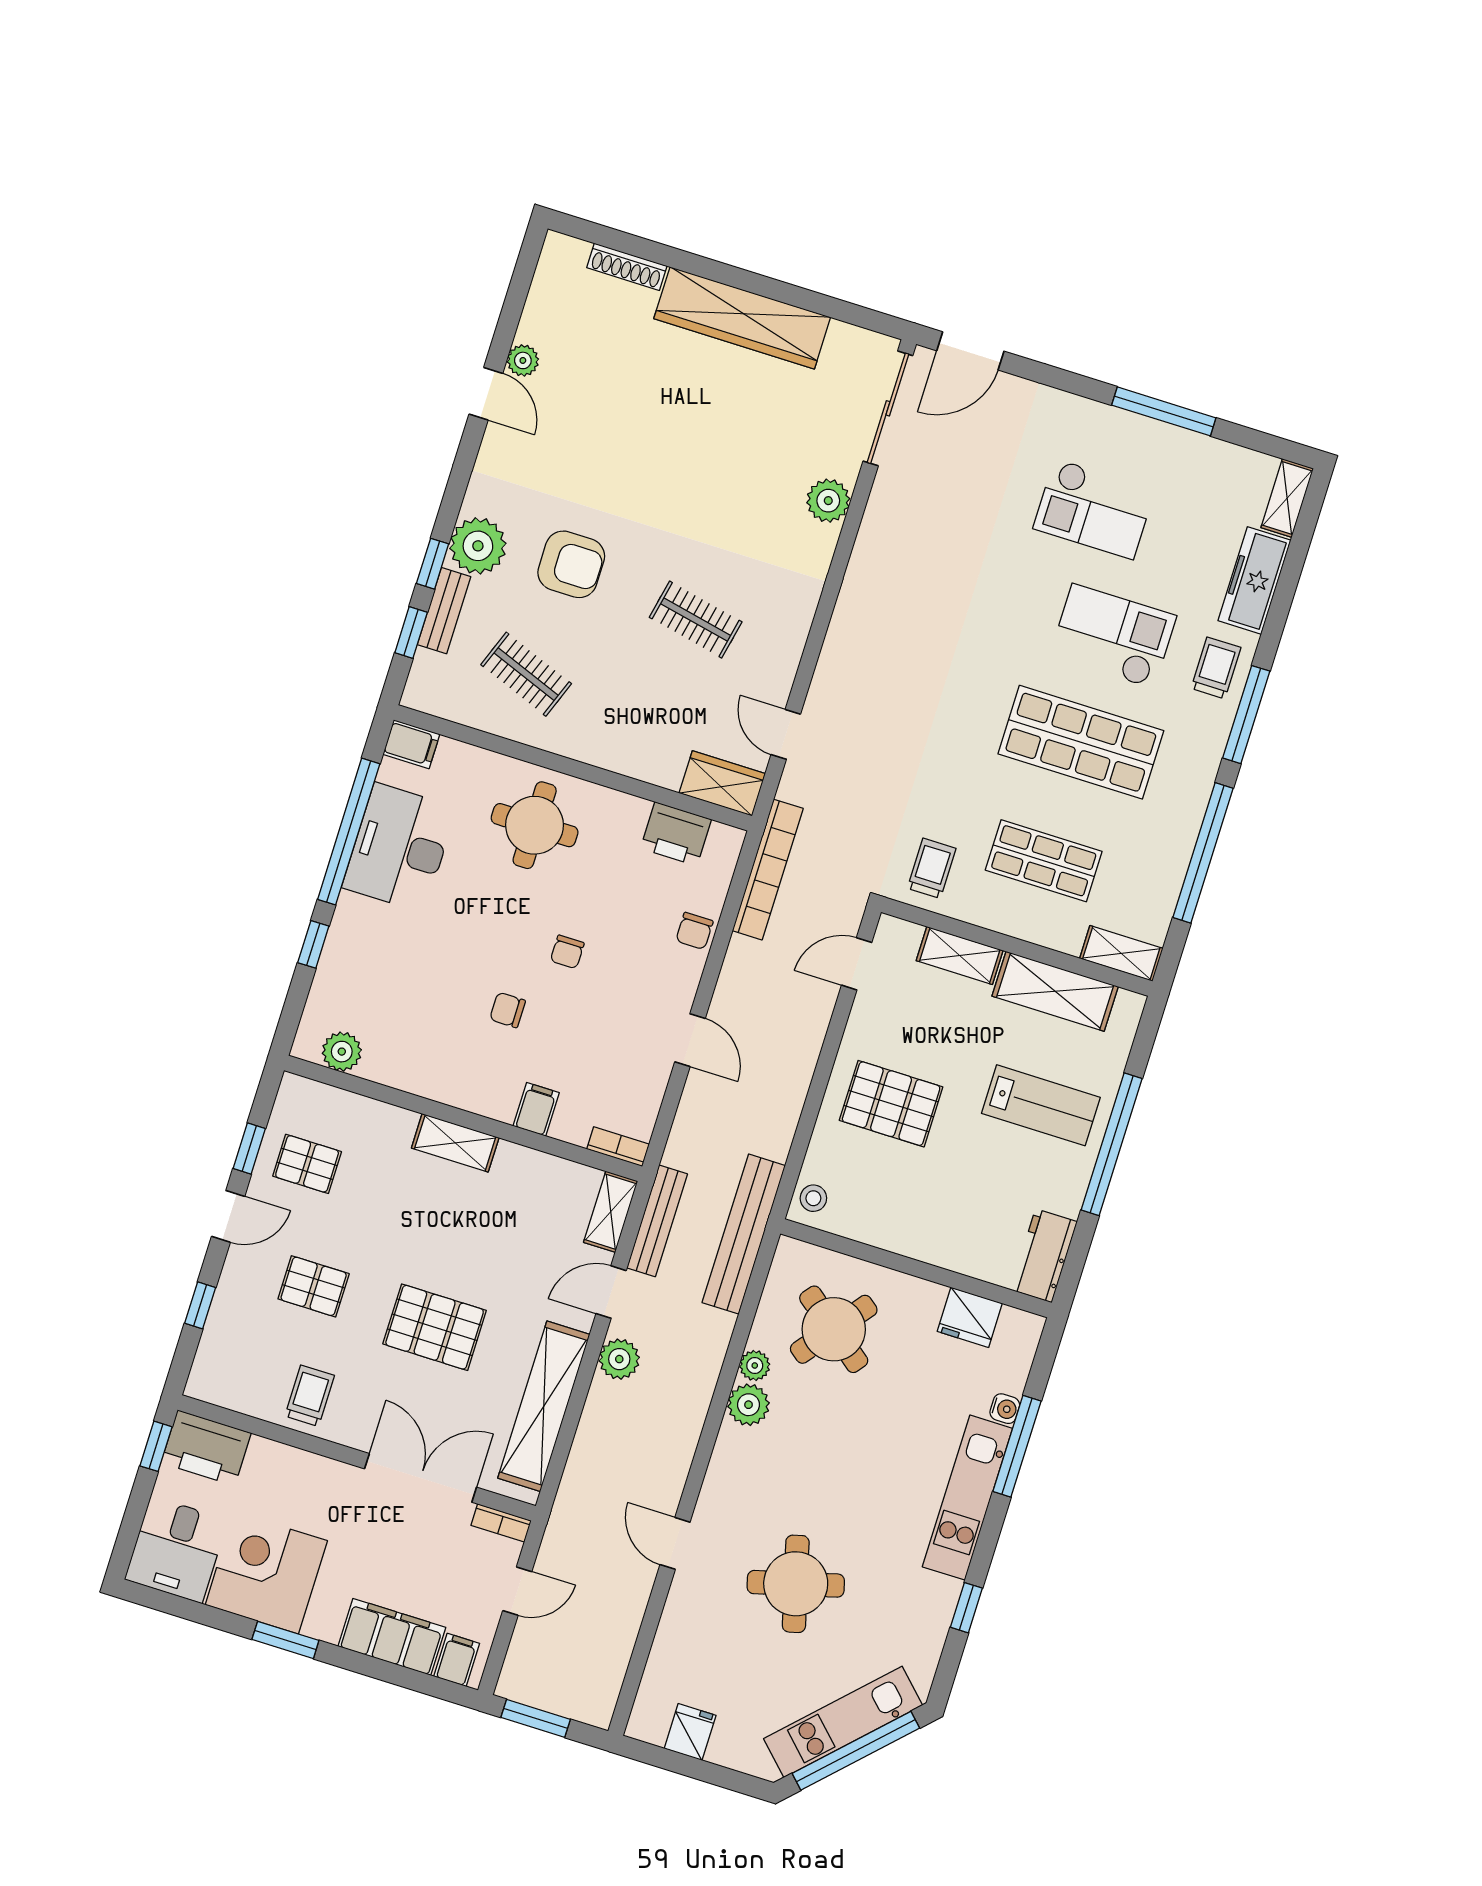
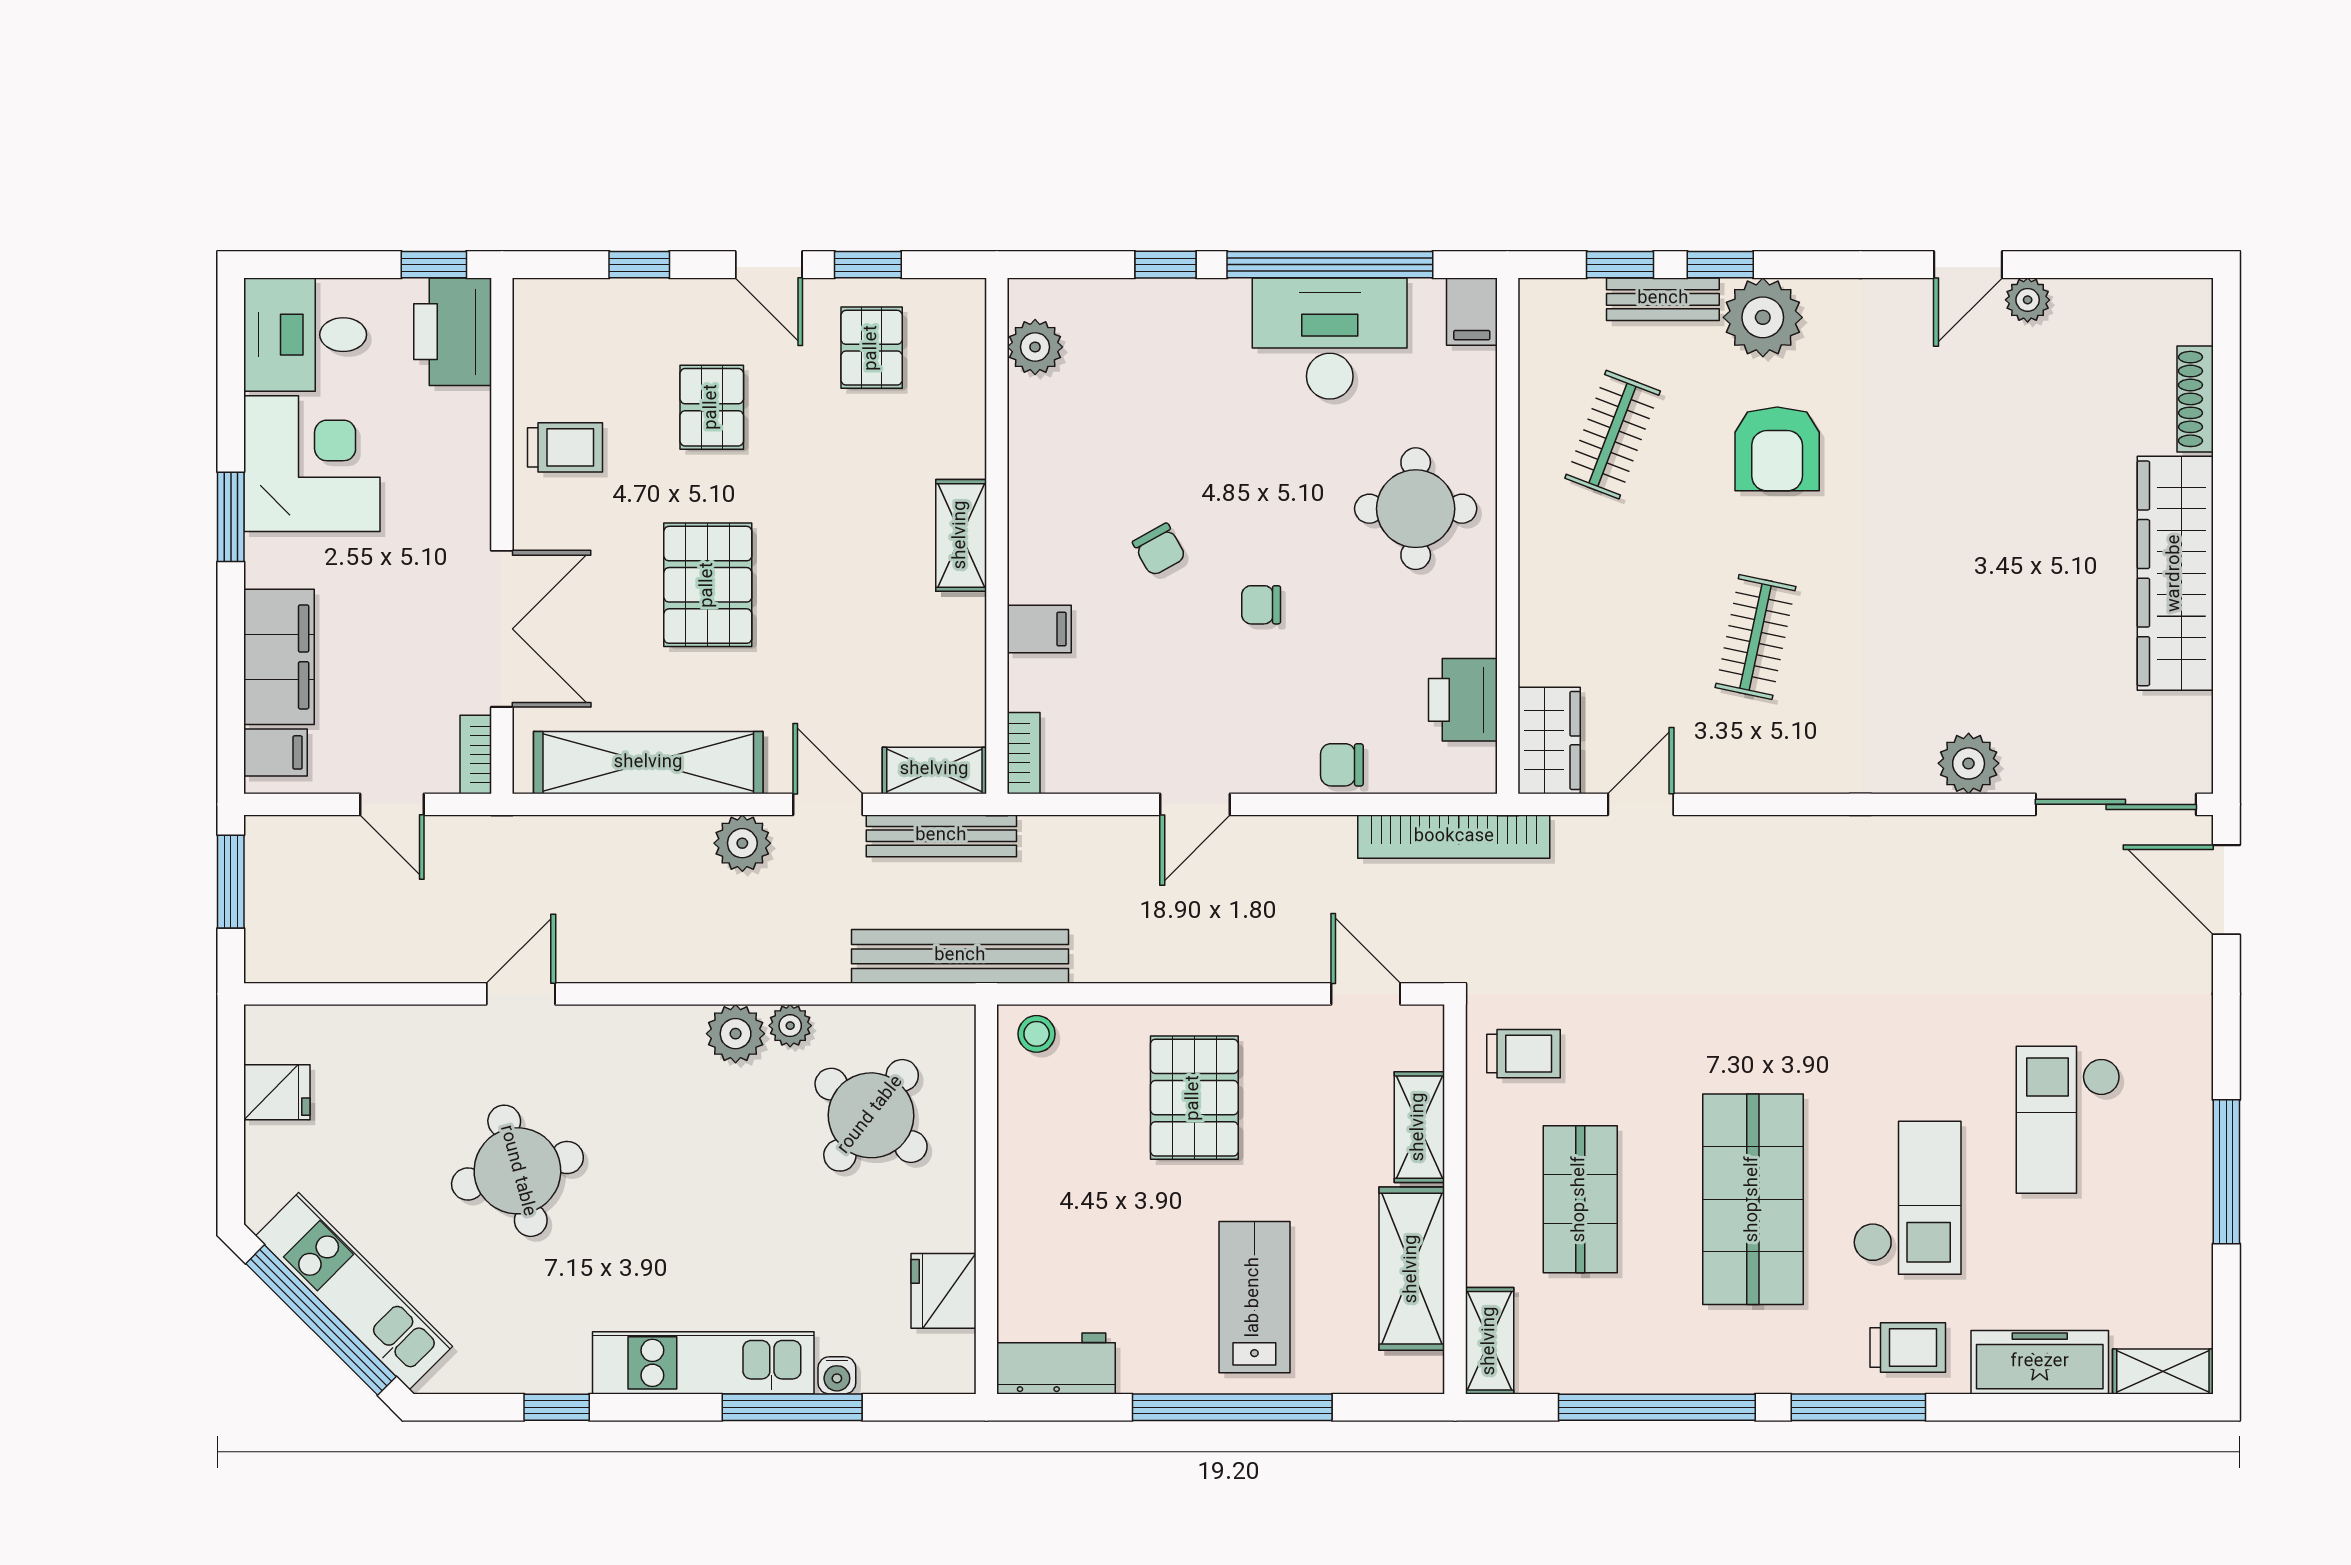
chair: (507, 1010) -> (1159, 550), turned 151
lab bench: (1041, 1105) -> (1254, 1297), turned 180

